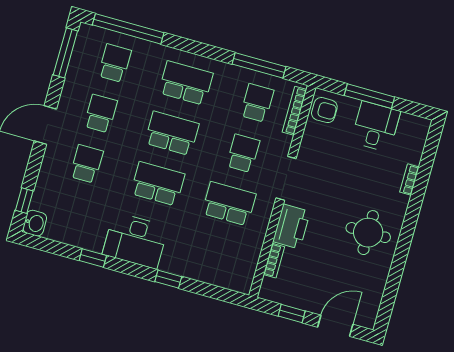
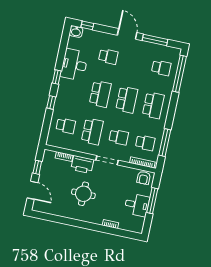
window: (65, 53) -> (155, 40), moved
school desk: (101, 114) -> (66, 126), moved
round table: (368, 233) -> (83, 194), moved
desk: (135, 241) -> (74, 65), moved
window: (93, 258) -> (57, 77), moved

